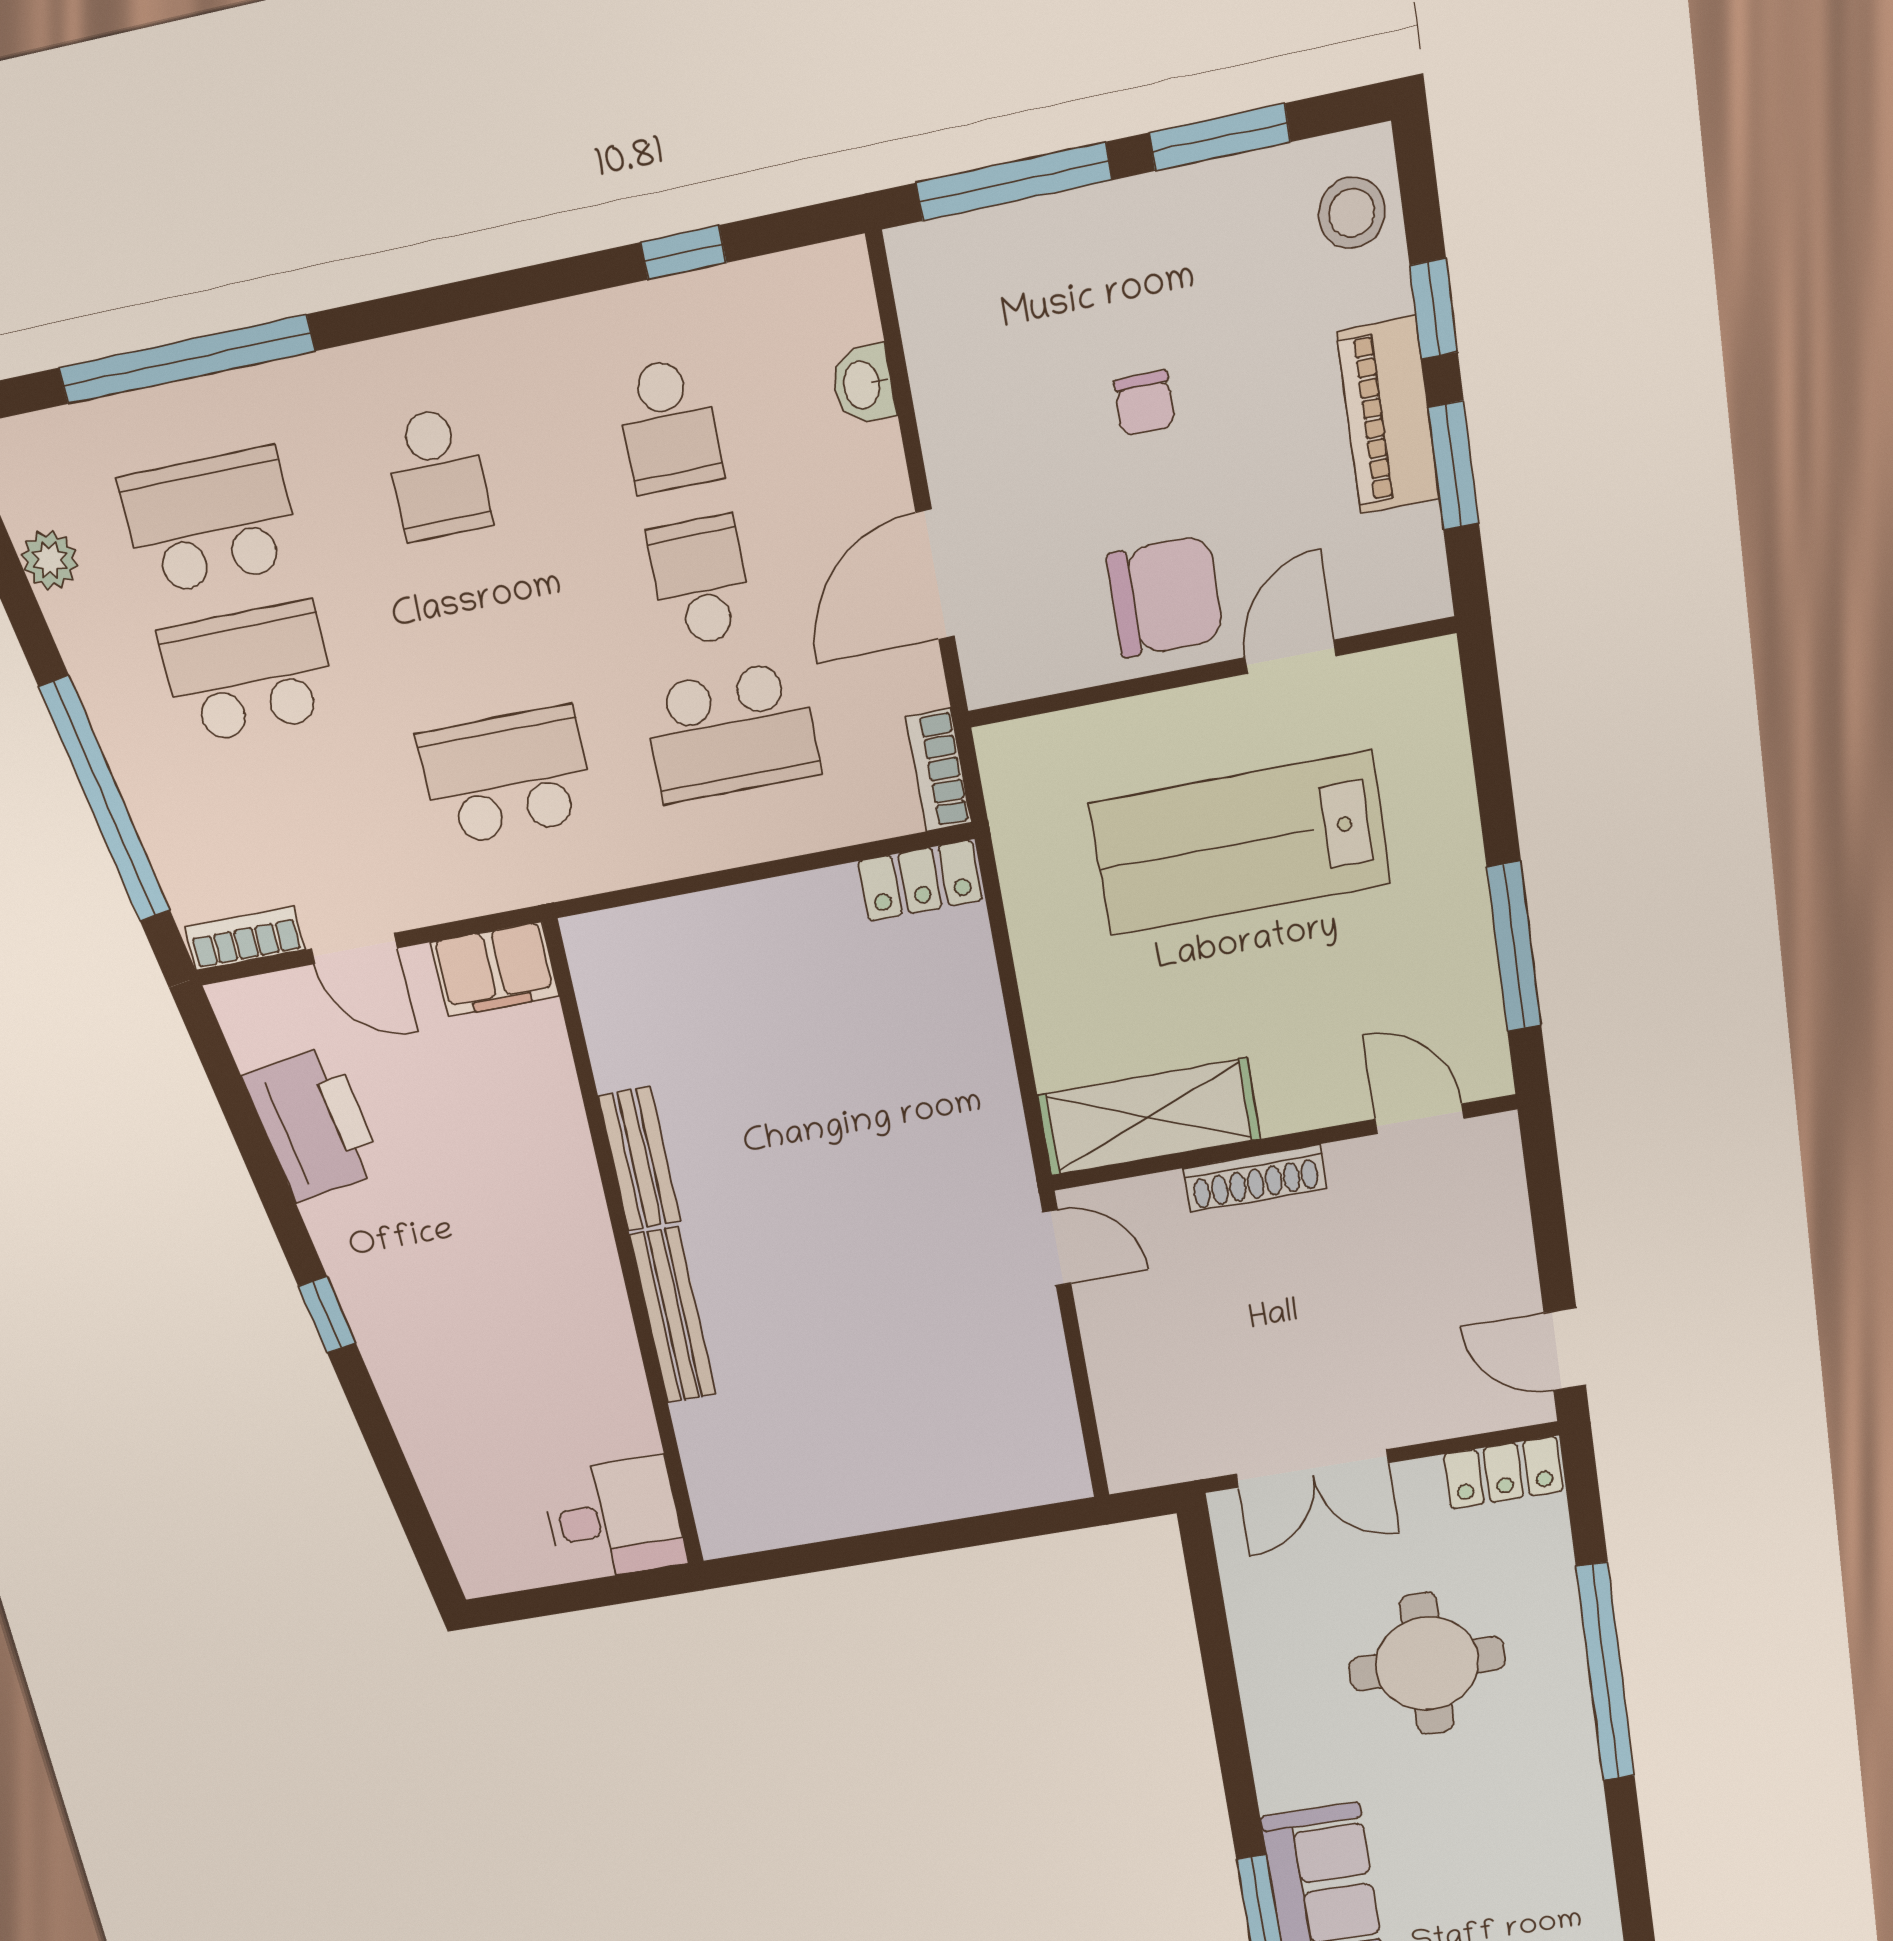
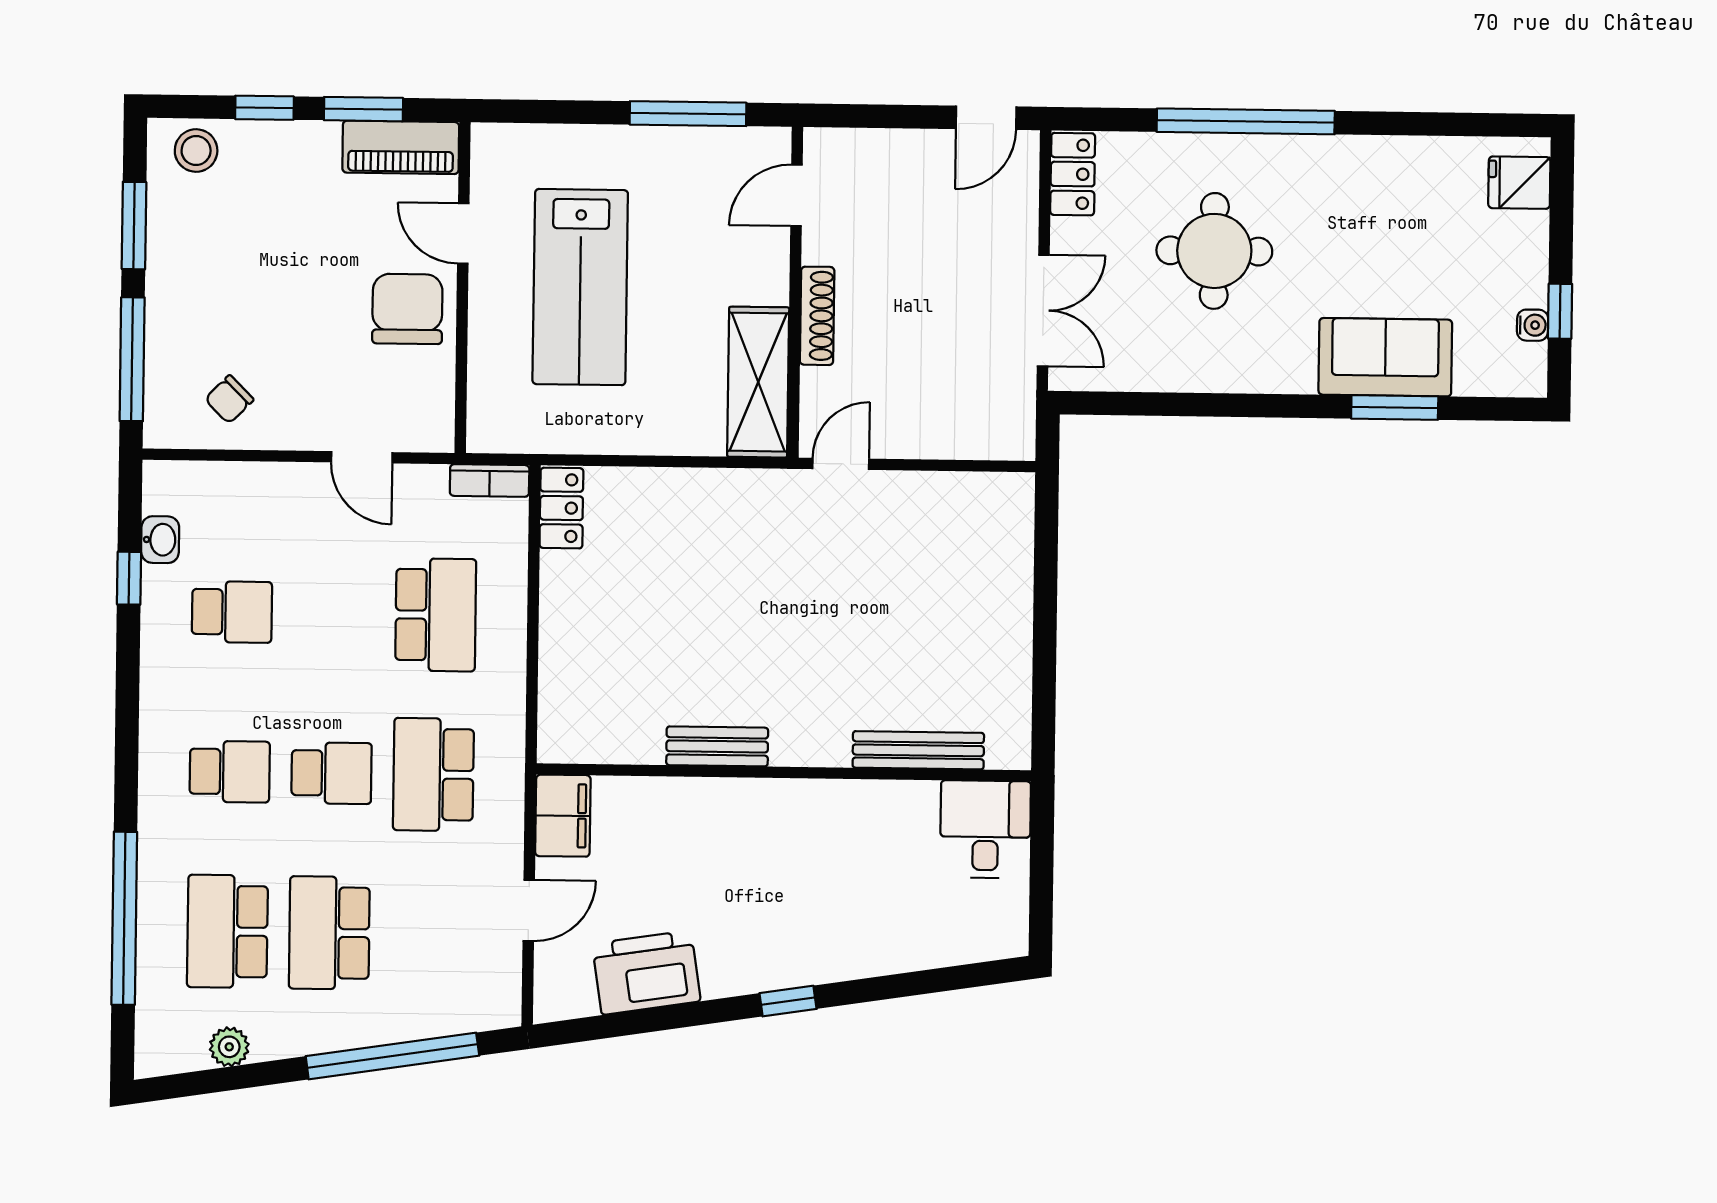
washbasin: (863, 385) -> (160, 540), moved, turned -90
chair: (1144, 403) -> (229, 399), moved, turned 135
piano: (1388, 415) -> (401, 147), moved
door: (935, 574) -> (362, 457), width x0.73
school desk: (701, 581) -> (332, 773), moved, turned 180
bookcase: (245, 938) -> (506, 985), removed
bench: (673, 1315) -> (918, 750), moved

